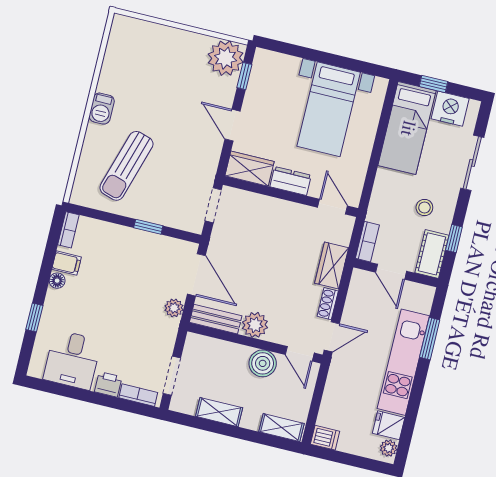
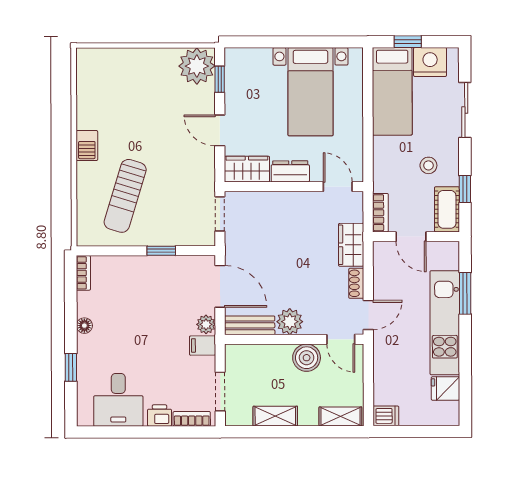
filing cabinet: (67, 263) -> (203, 345), moved, turned 180
plant: (389, 448) -> (451, 411), removed

